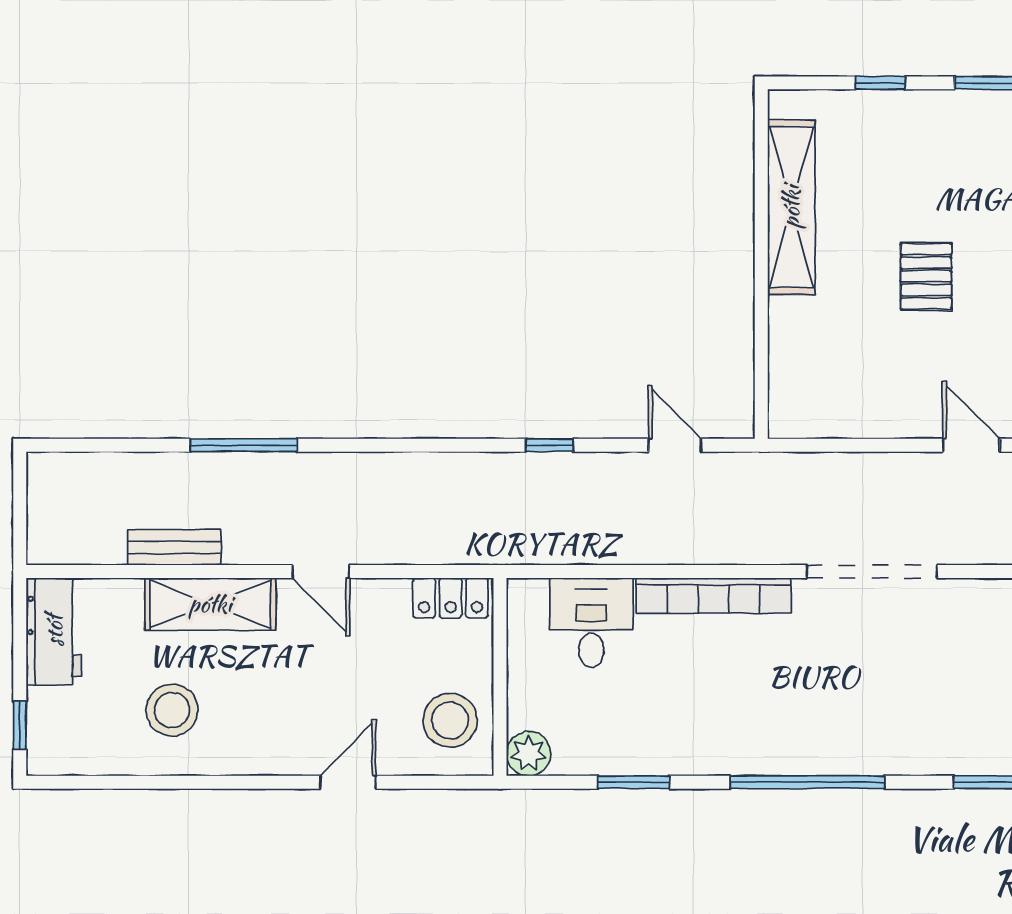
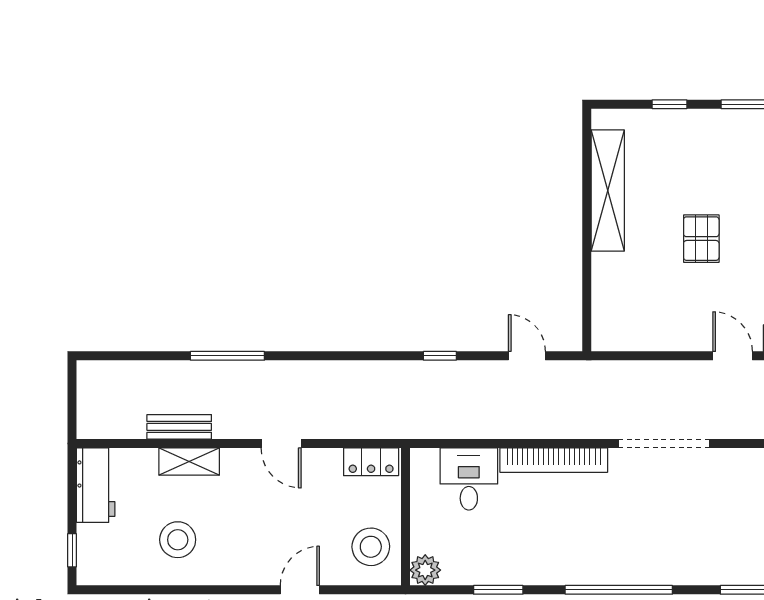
shelving: (210, 604) -> (189, 462), width x0.67, depth x0.75

